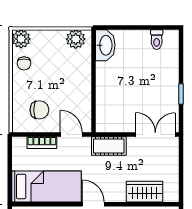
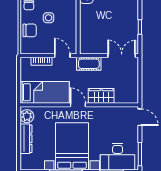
side table: (52, 81) -> (49, 18), added
chair: (39, 110) -> (30, 30), moved
wardrobe: (145, 192) -> (101, 96), moved

